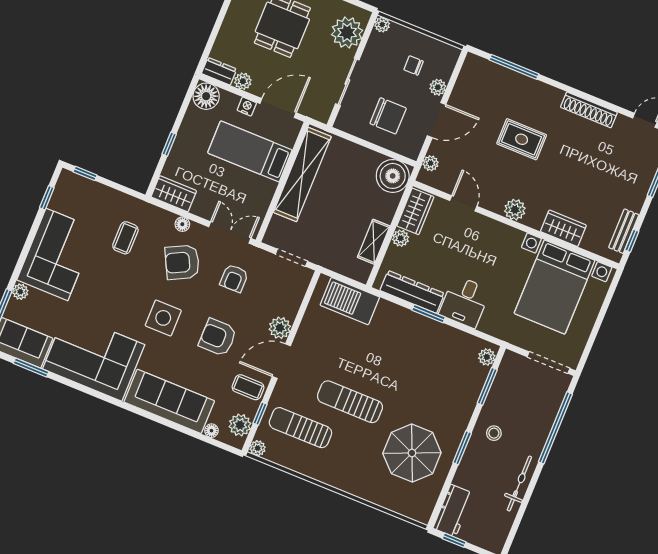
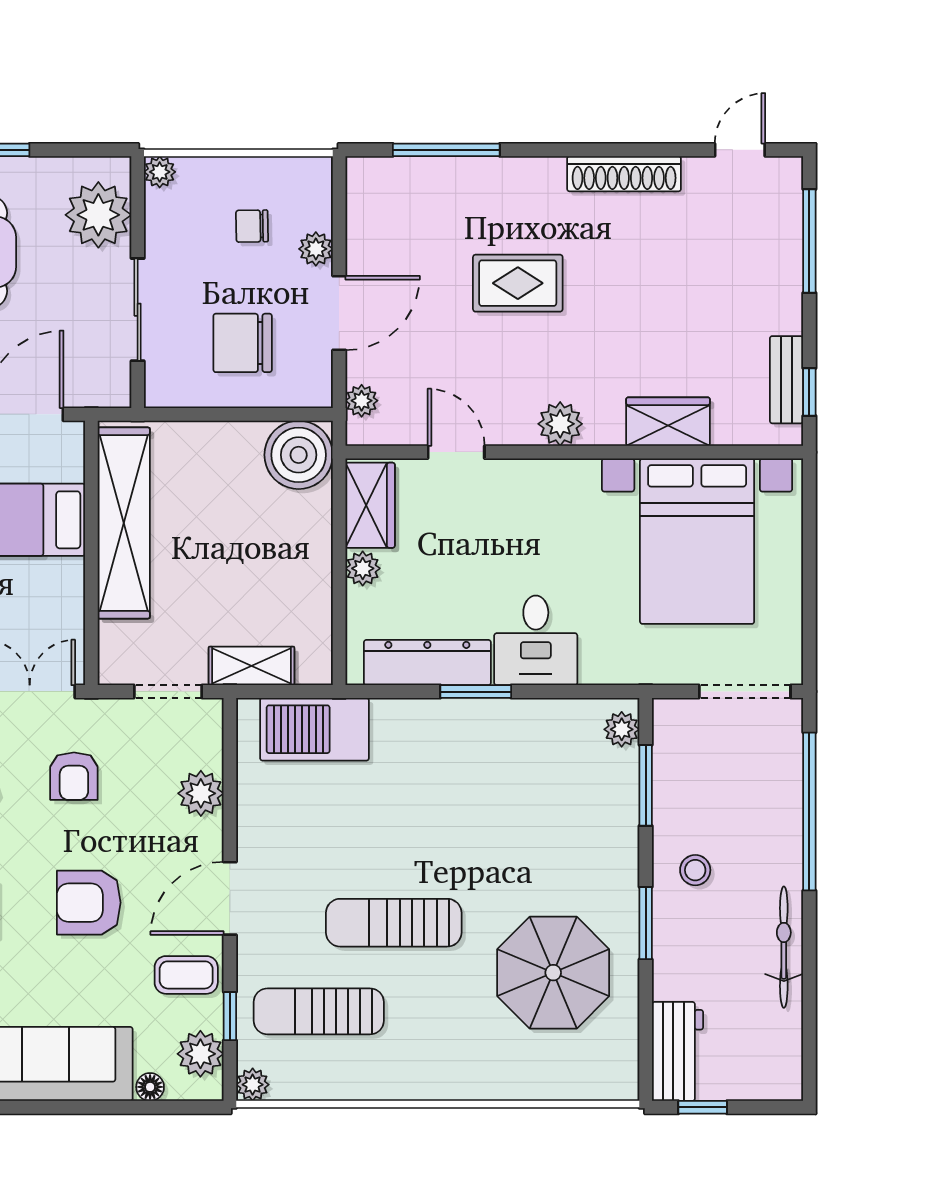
chair: (388, 116) -> (243, 343), turned 180
shelving: (374, 242) -> (251, 666), moved, turned 90
plant: (280, 328) -> (201, 793), moved

